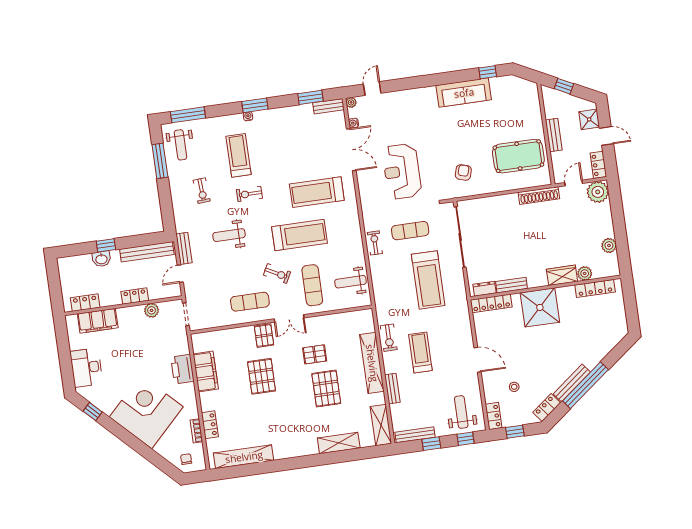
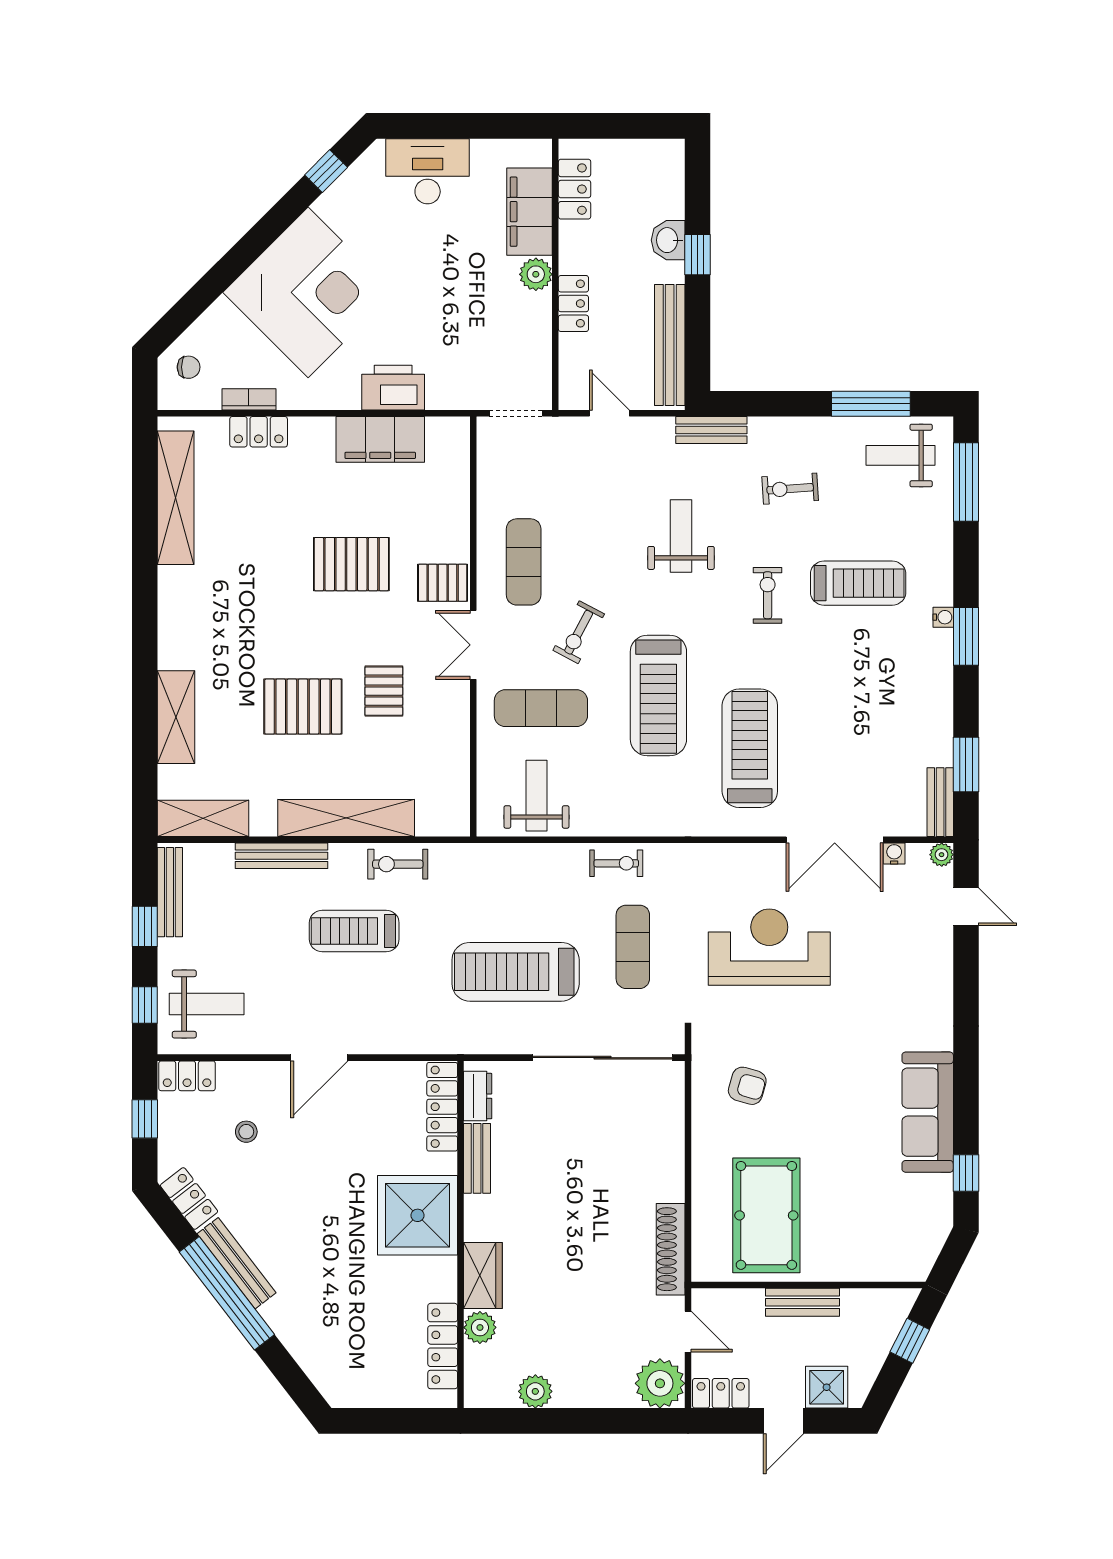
bench: (184, 248) -> (711, 430), moved
plant: (152, 310) -> (536, 274), moved
treadmill: (420, 352) -> (354, 931), turned 180
bench: (392, 389) -> (282, 856), width x1.36

